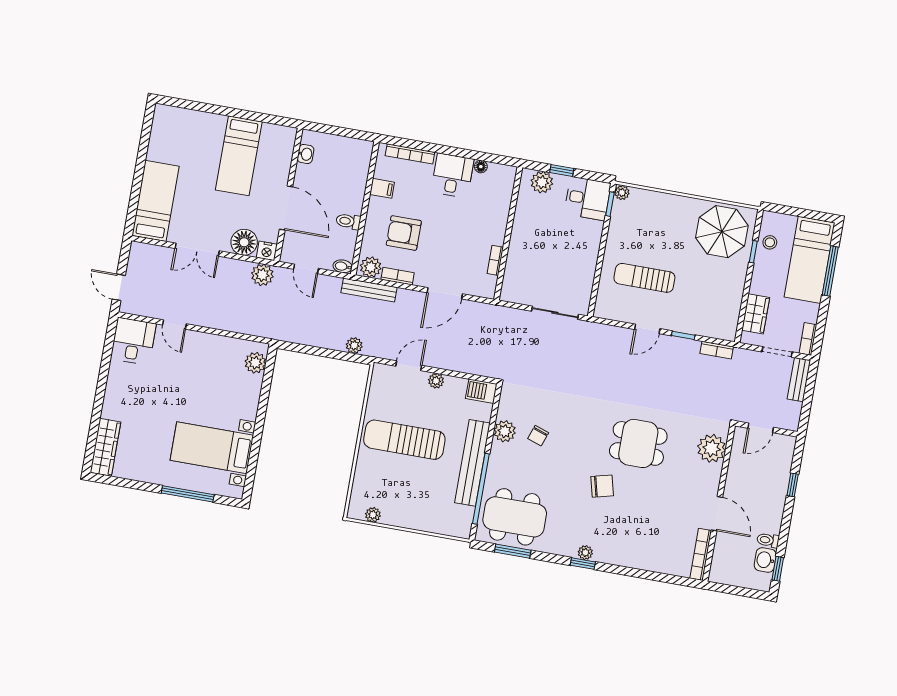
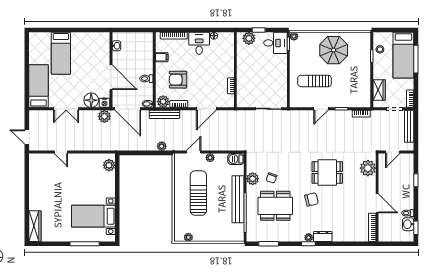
bed: (239, 156) -> (61, 53), moved
parasol: (722, 232) -> (334, 50), moved
door: (306, 269) -> (128, 109), width x1.88
desk: (133, 341) -> (40, 165), removed
bench: (799, 380) -> (409, 126), width x1.36
sun lounger: (404, 440) -> (198, 193), turned 90
dining table: (515, 517) -> (275, 206), moved
dresser: (610, 555) -> (323, 237), added

